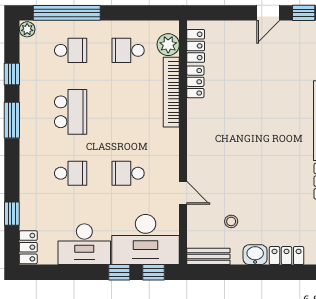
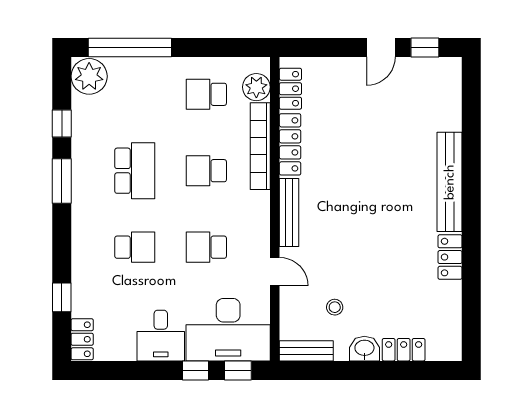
plant: (27, 29) -> (89, 76), width x1.87, depth x1.87
school desk: (71, 50) -> (206, 171), moved, turned 180
locker: (195, 82) -> (290, 144), width x1.53
bench: (194, 145) -> (289, 213), added
desk: (84, 244) -> (161, 336), width x0.73

